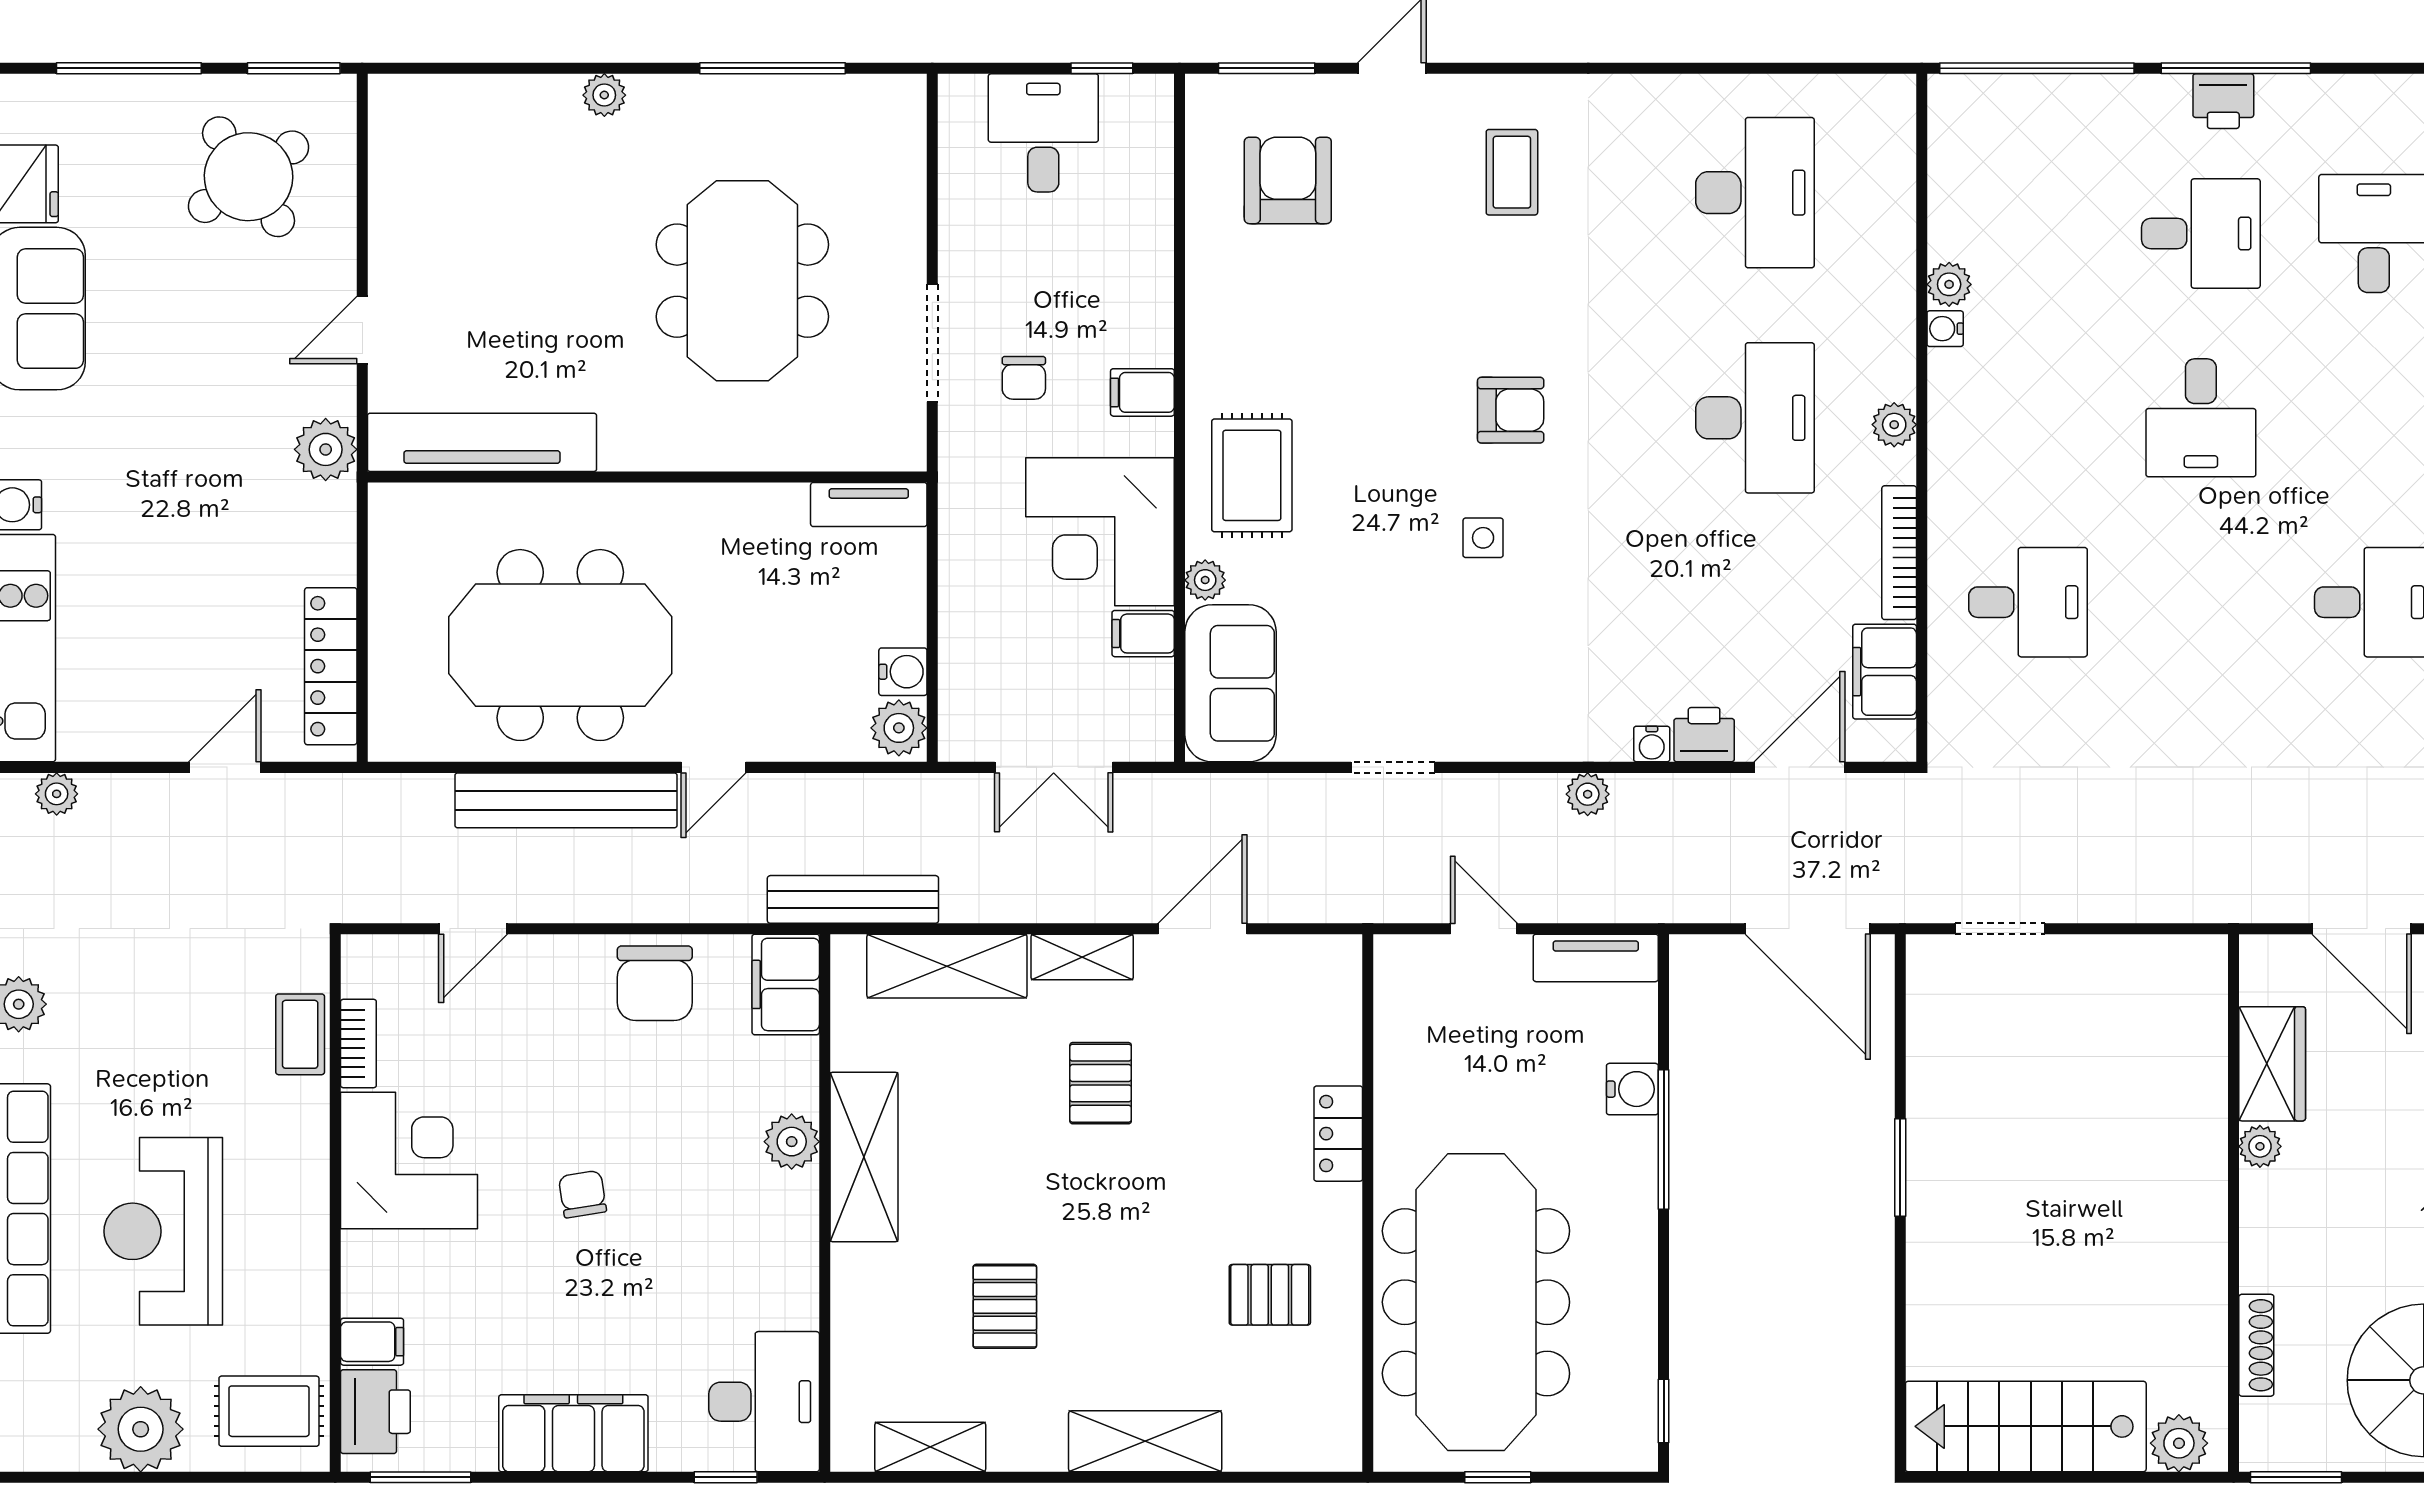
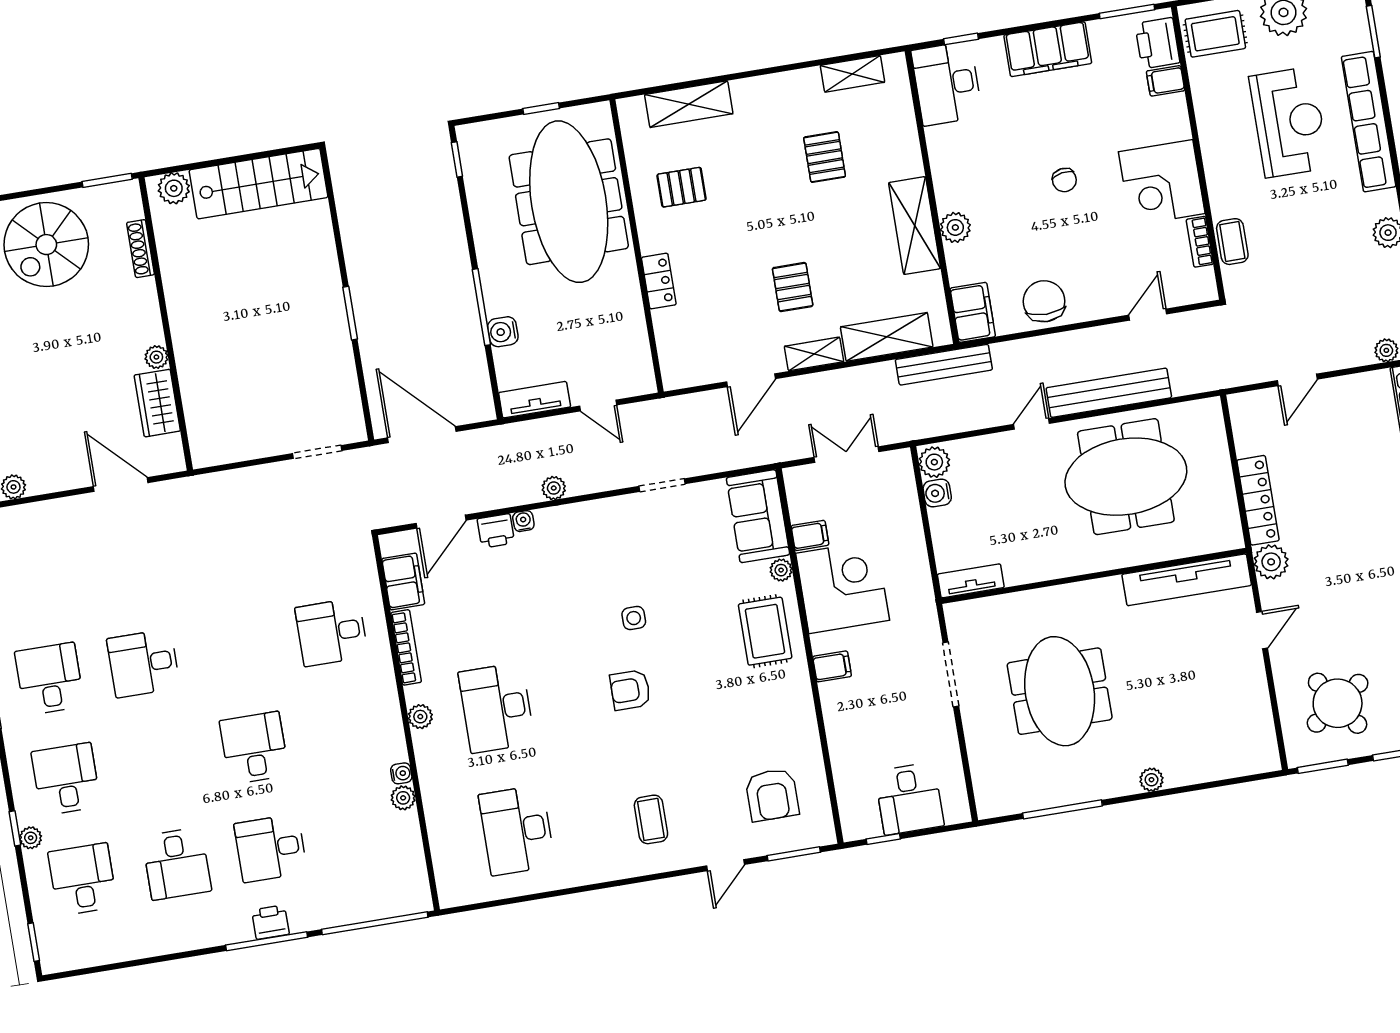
chair: (1024, 378) -> (898, 664), removed
locker: (331, 666) -> (1258, 500), moved
shelving: (1145, 1441) -> (689, 104), moved

